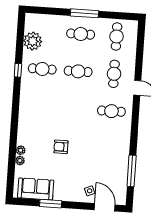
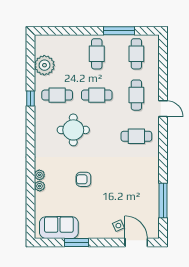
window: (85, 13) -> (119, 31), moved
cafe table: (81, 34) -> (97, 54), turned 90
round table: (55, 101) -> (73, 130), added
plant: (20, 161) -> (39, 175), moved

